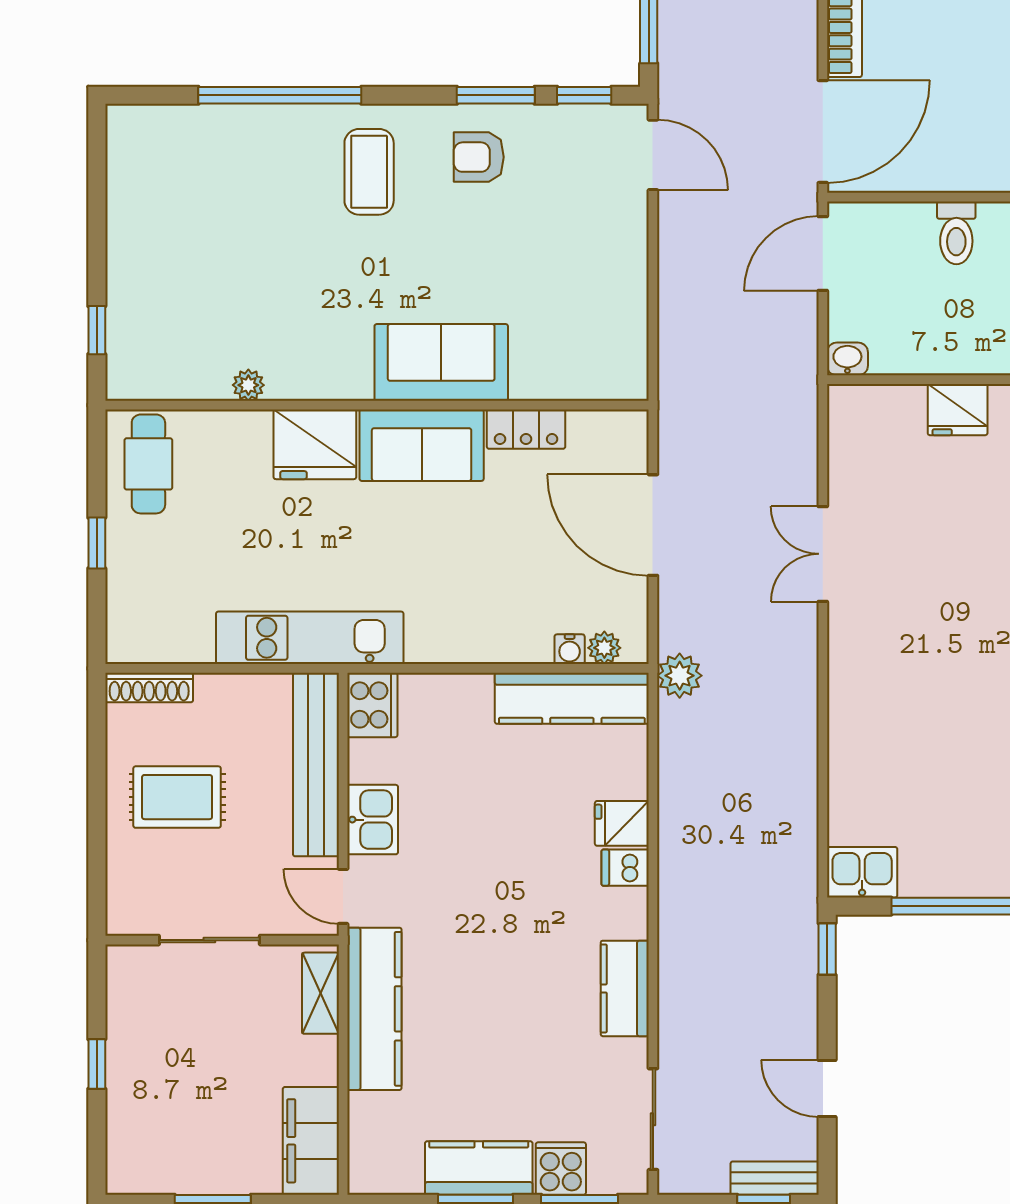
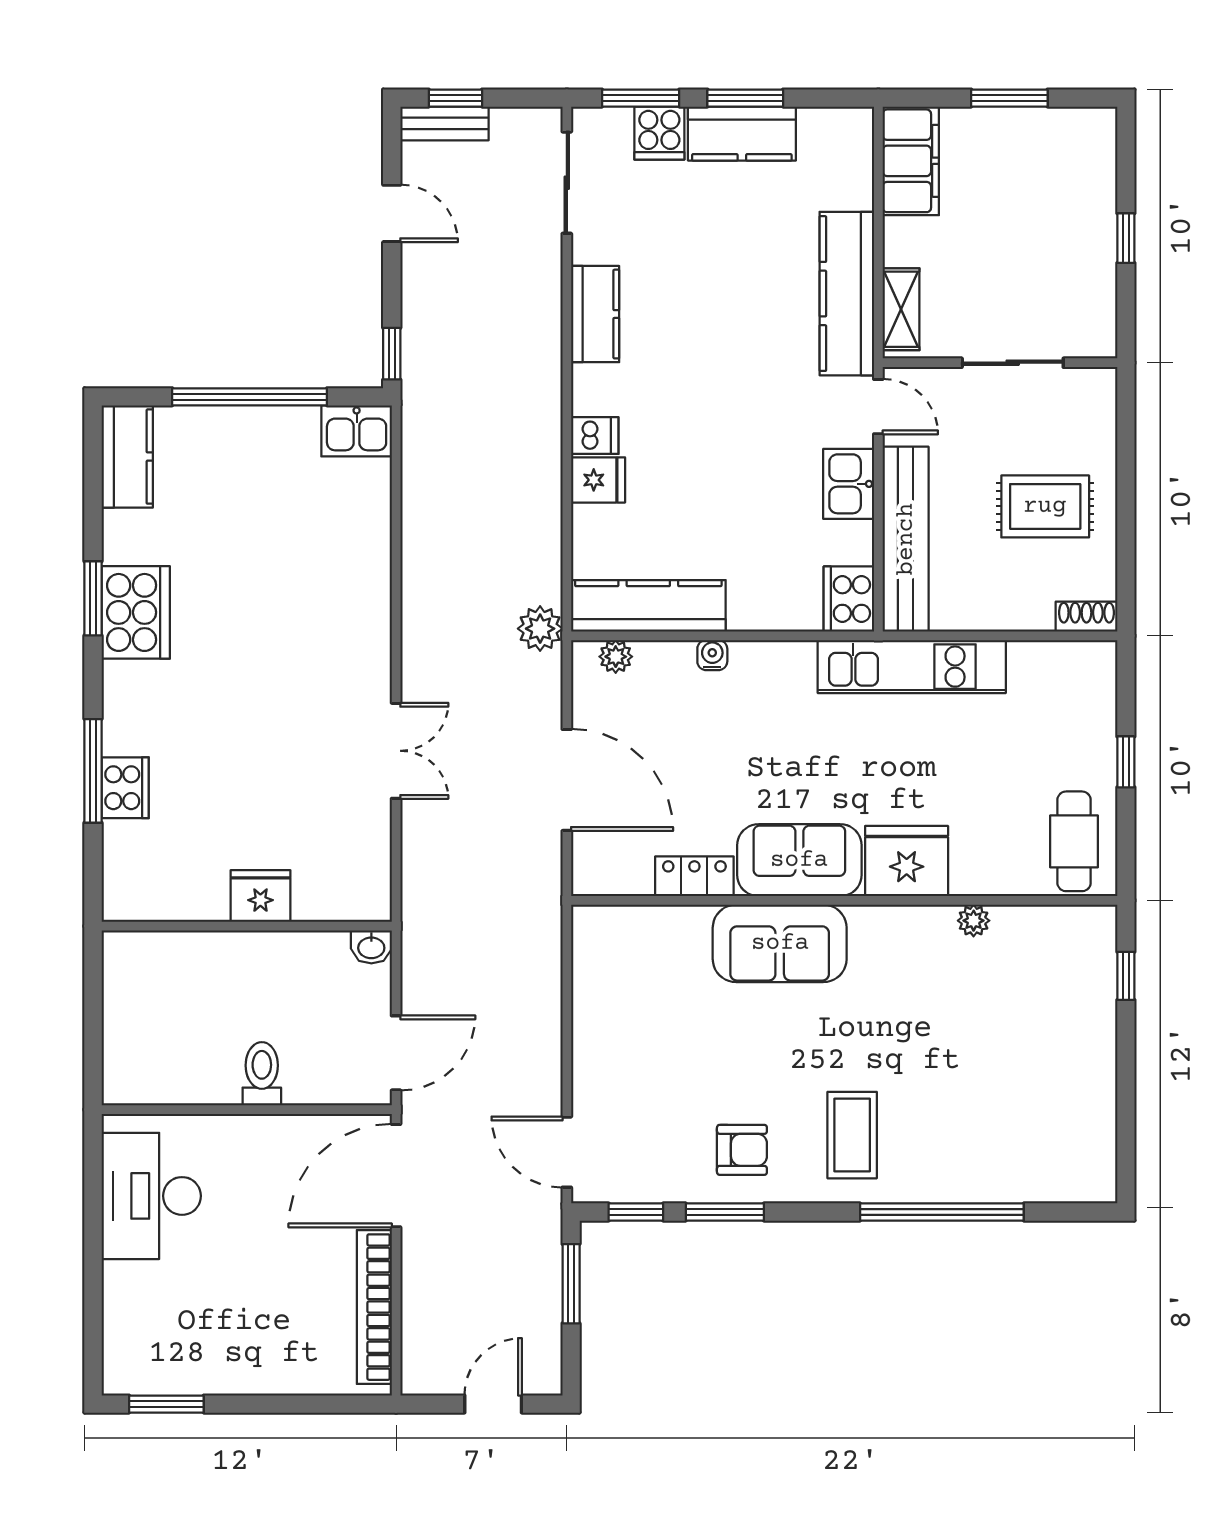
water cooler: (570, 649) -> (712, 655), moved
shoe rack: (149, 688) -> (1086, 617), width x0.70

